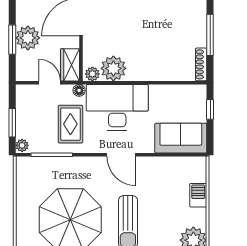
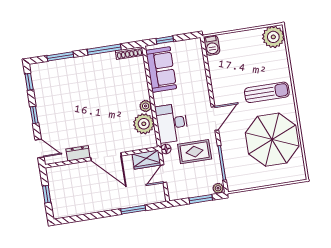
plant: (28, 38) -> (130, 197), removed
plant: (92, 74) -> (146, 106), moved
desk: (117, 107) -> (172, 123), width x0.73, depth x0.77
sofa: (181, 138) -> (161, 69), moved, turned 180
door: (121, 155) -> (215, 118), moved
barbecue: (198, 195) -> (212, 45), moved, turned -90

